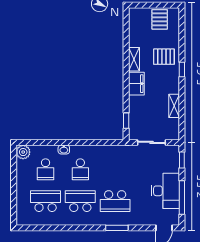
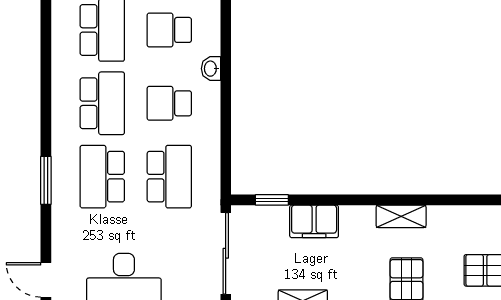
filing cabinet: (136, 84) -> (314, 221), moved
sliding door: (151, 142) -> (226, 253), width x1.37
school desk: (115, 169) -> (169, 177), added

